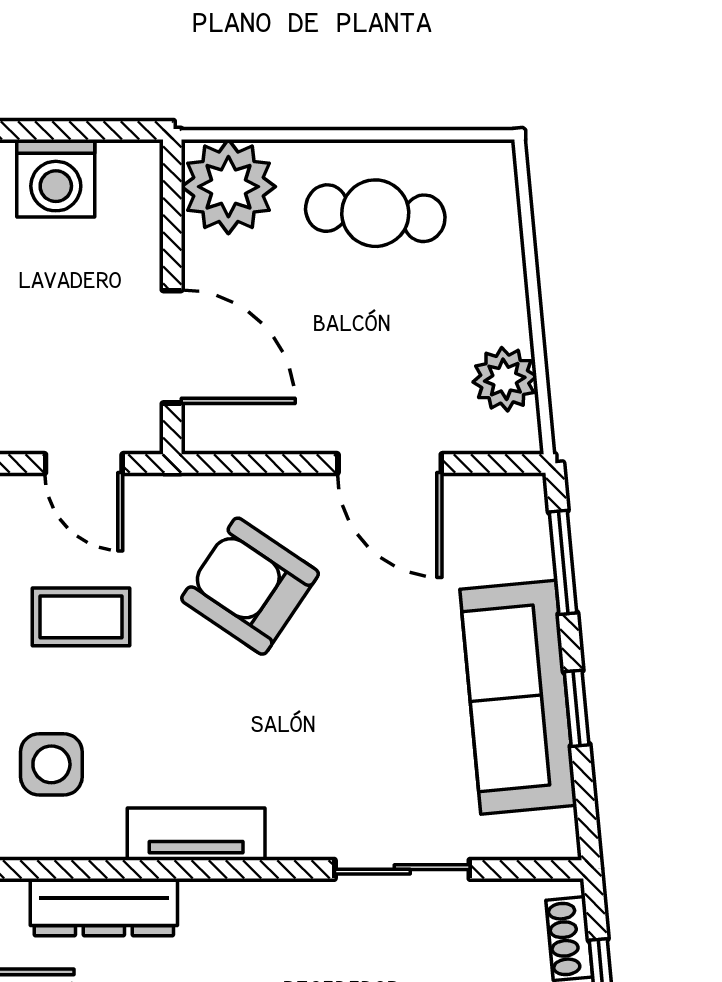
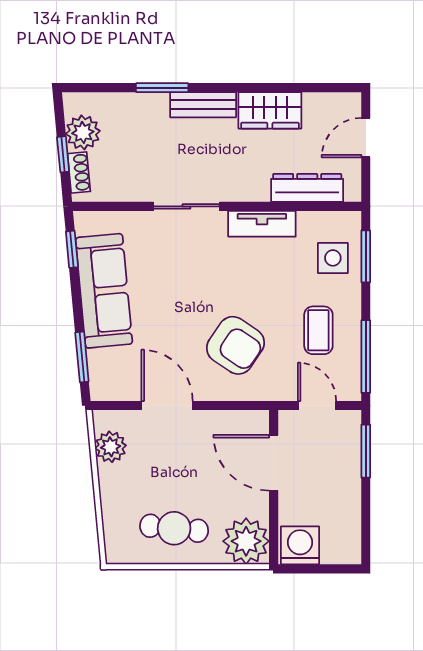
washing machine: (56, 178) -> (300, 545), moved
coffee table: (81, 617) -> (318, 330), turned 90
window: (577, 708) -> (72, 249), moved
sliding door: (402, 869) -> (186, 206), moved

